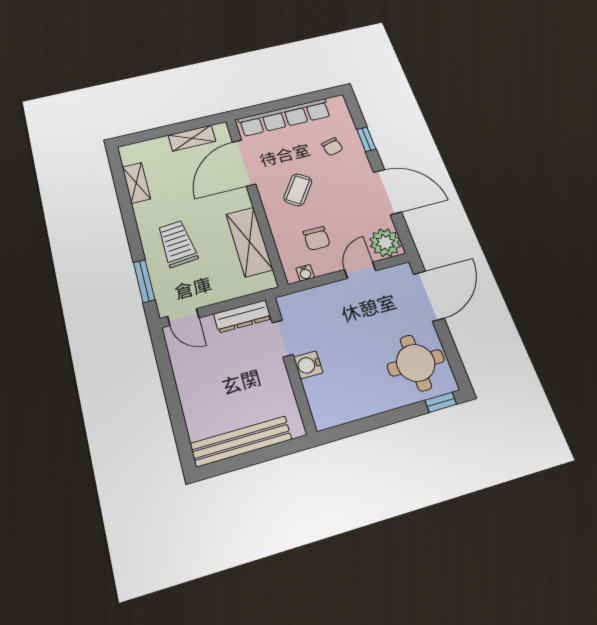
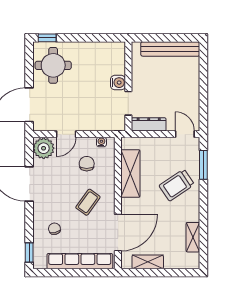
window: (366, 139) -> (29, 252), moved
trolley: (177, 244) -> (177, 185), turned 61

